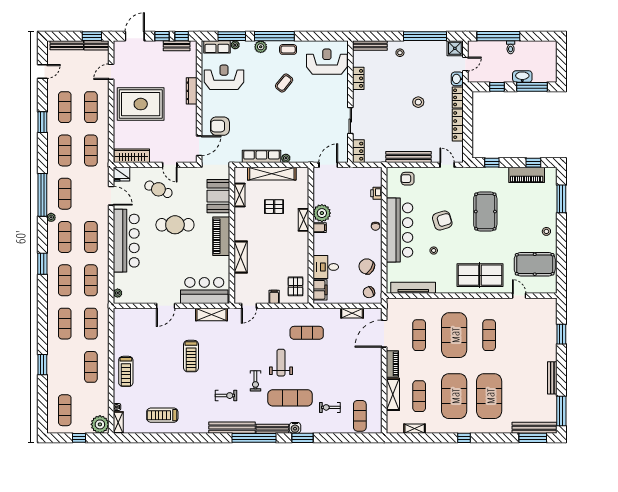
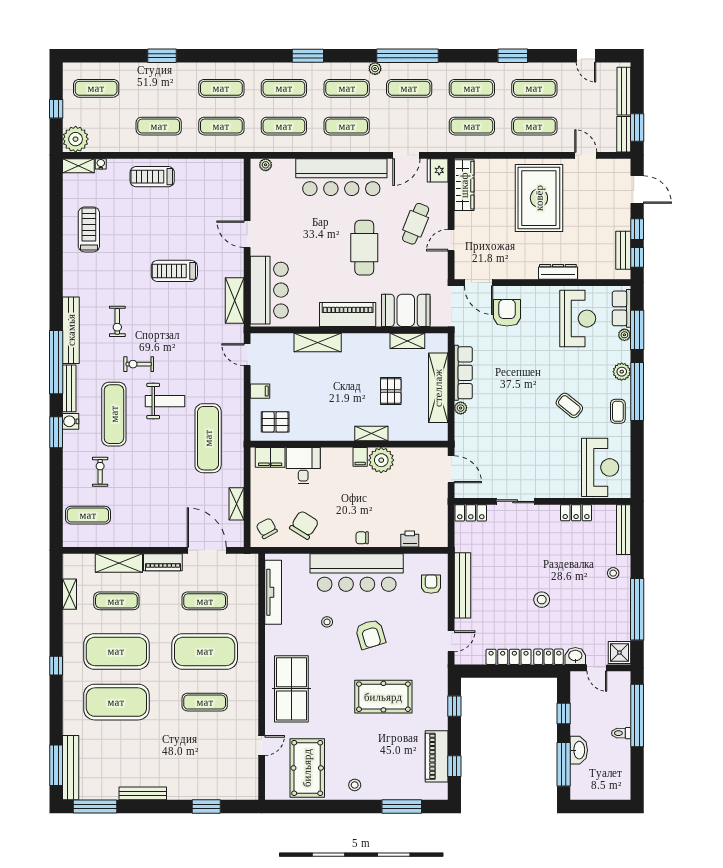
exercise mat: (307, 333) -> (208, 438), width x1.36, depth x1.45

